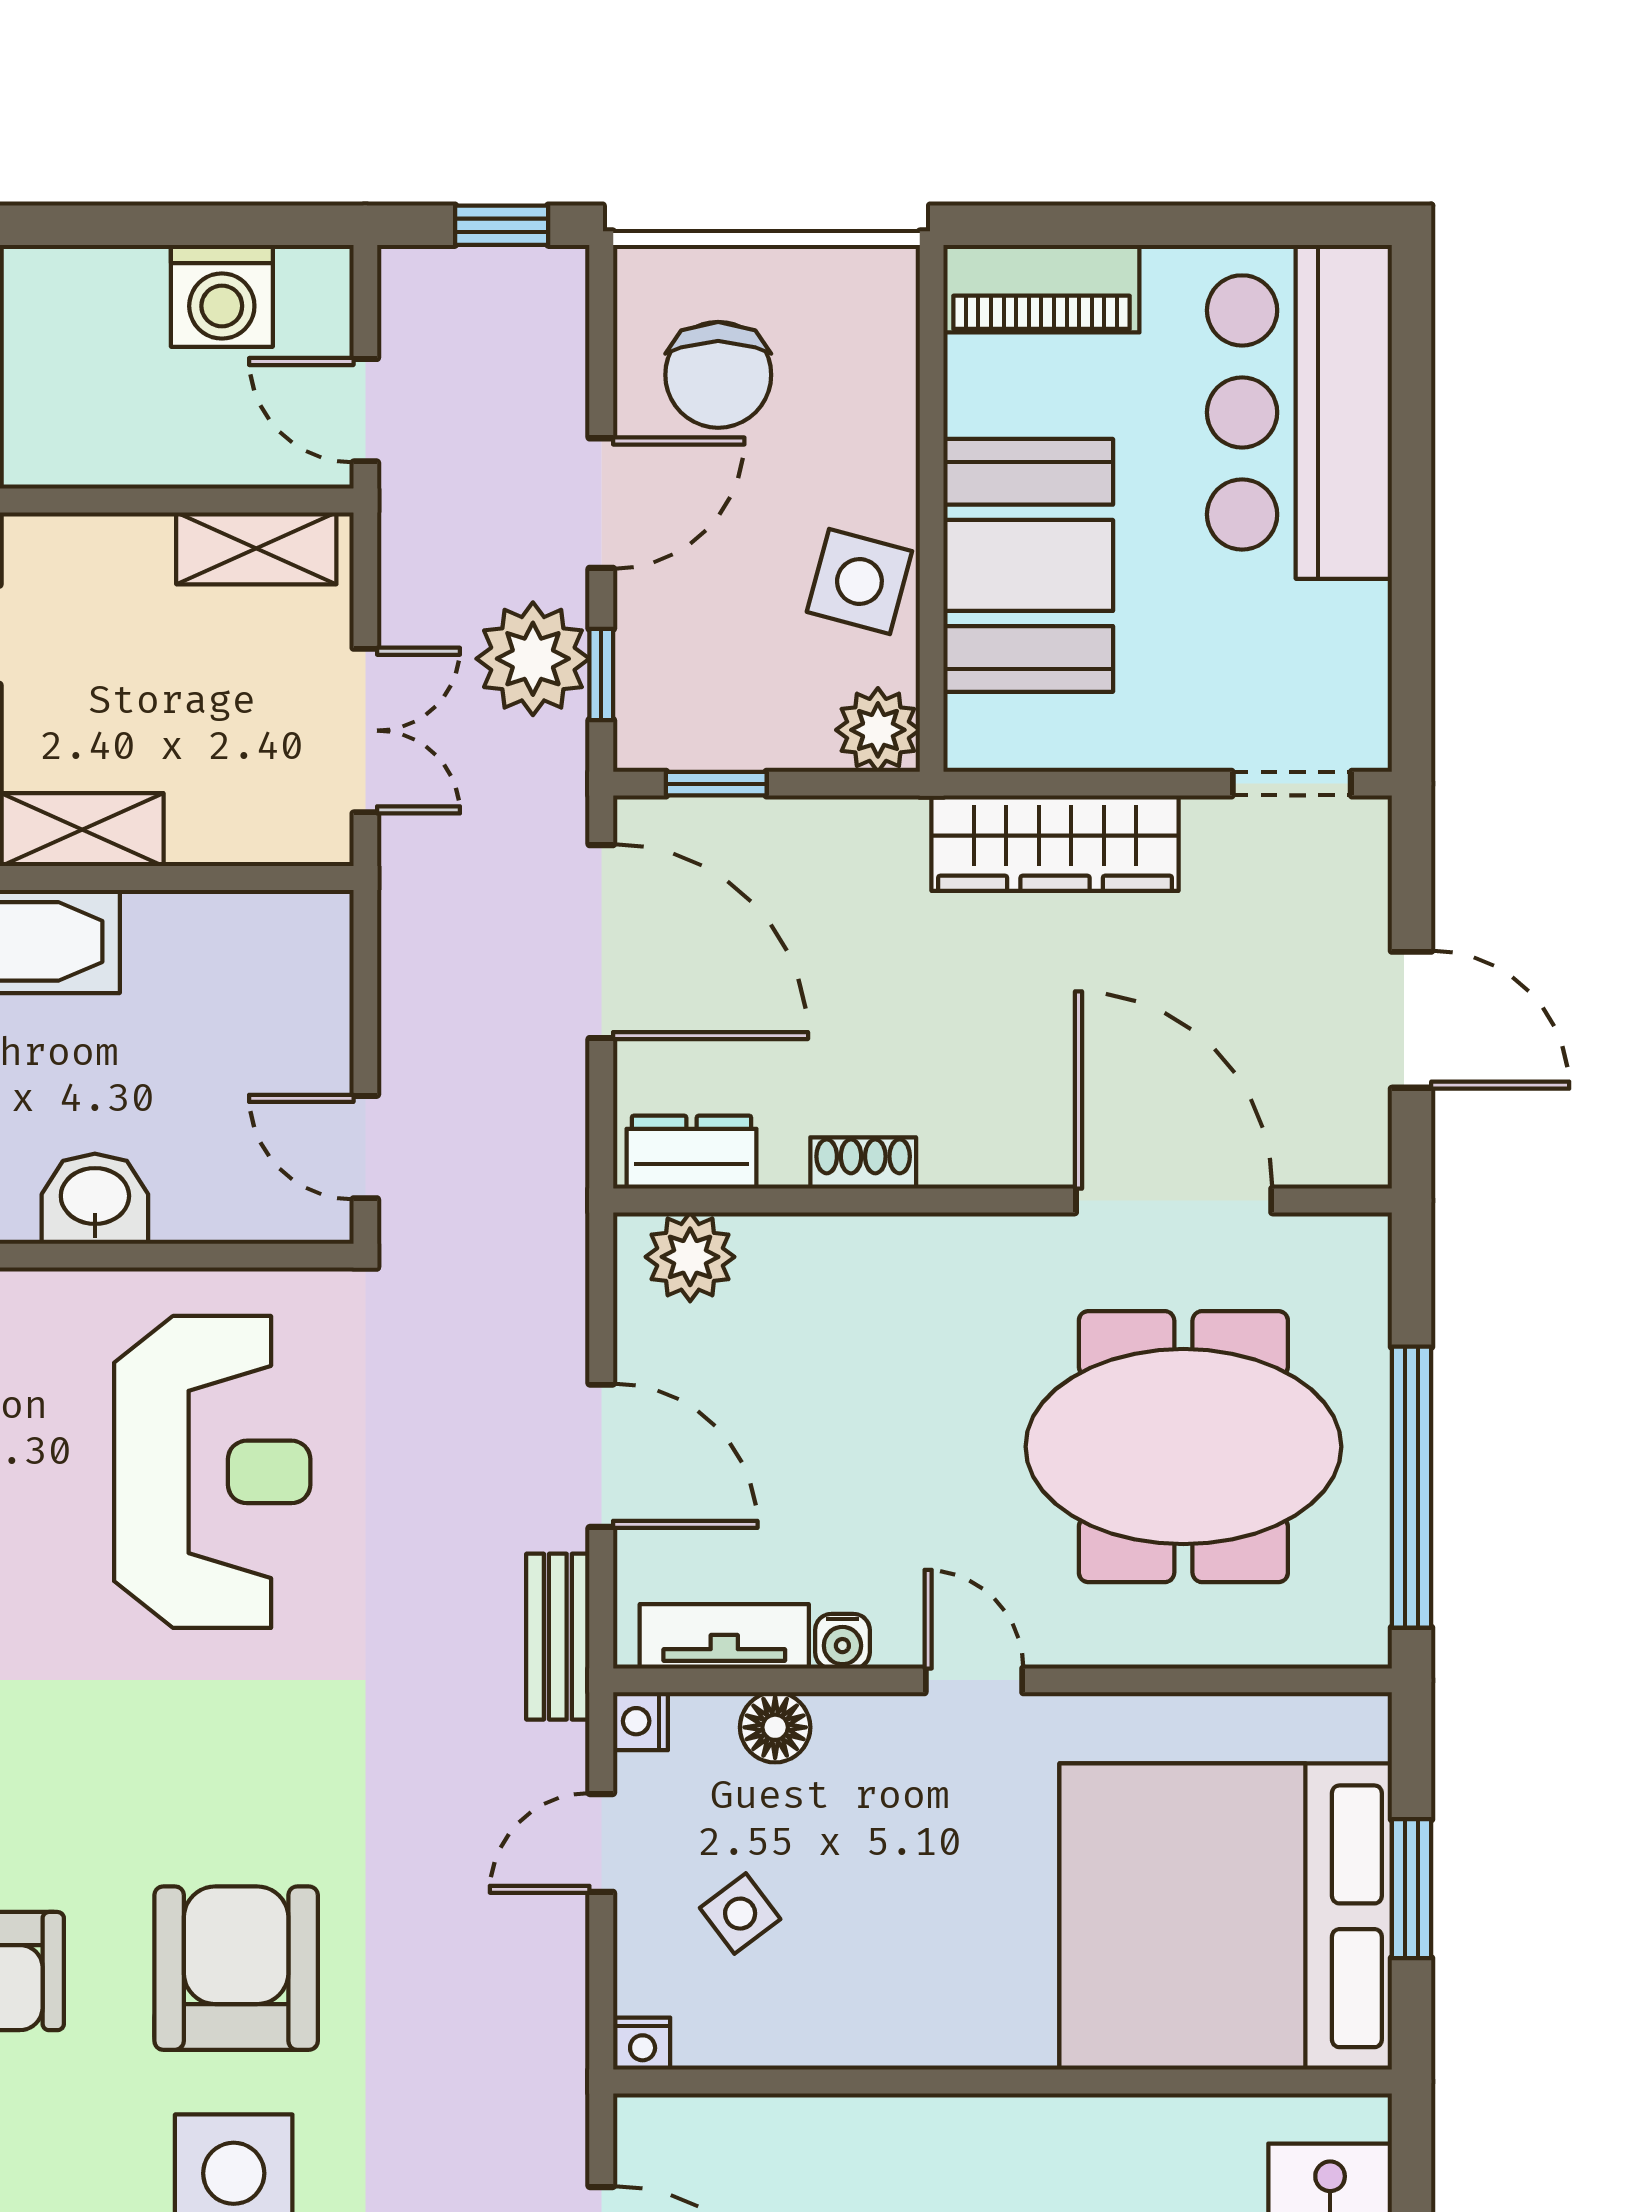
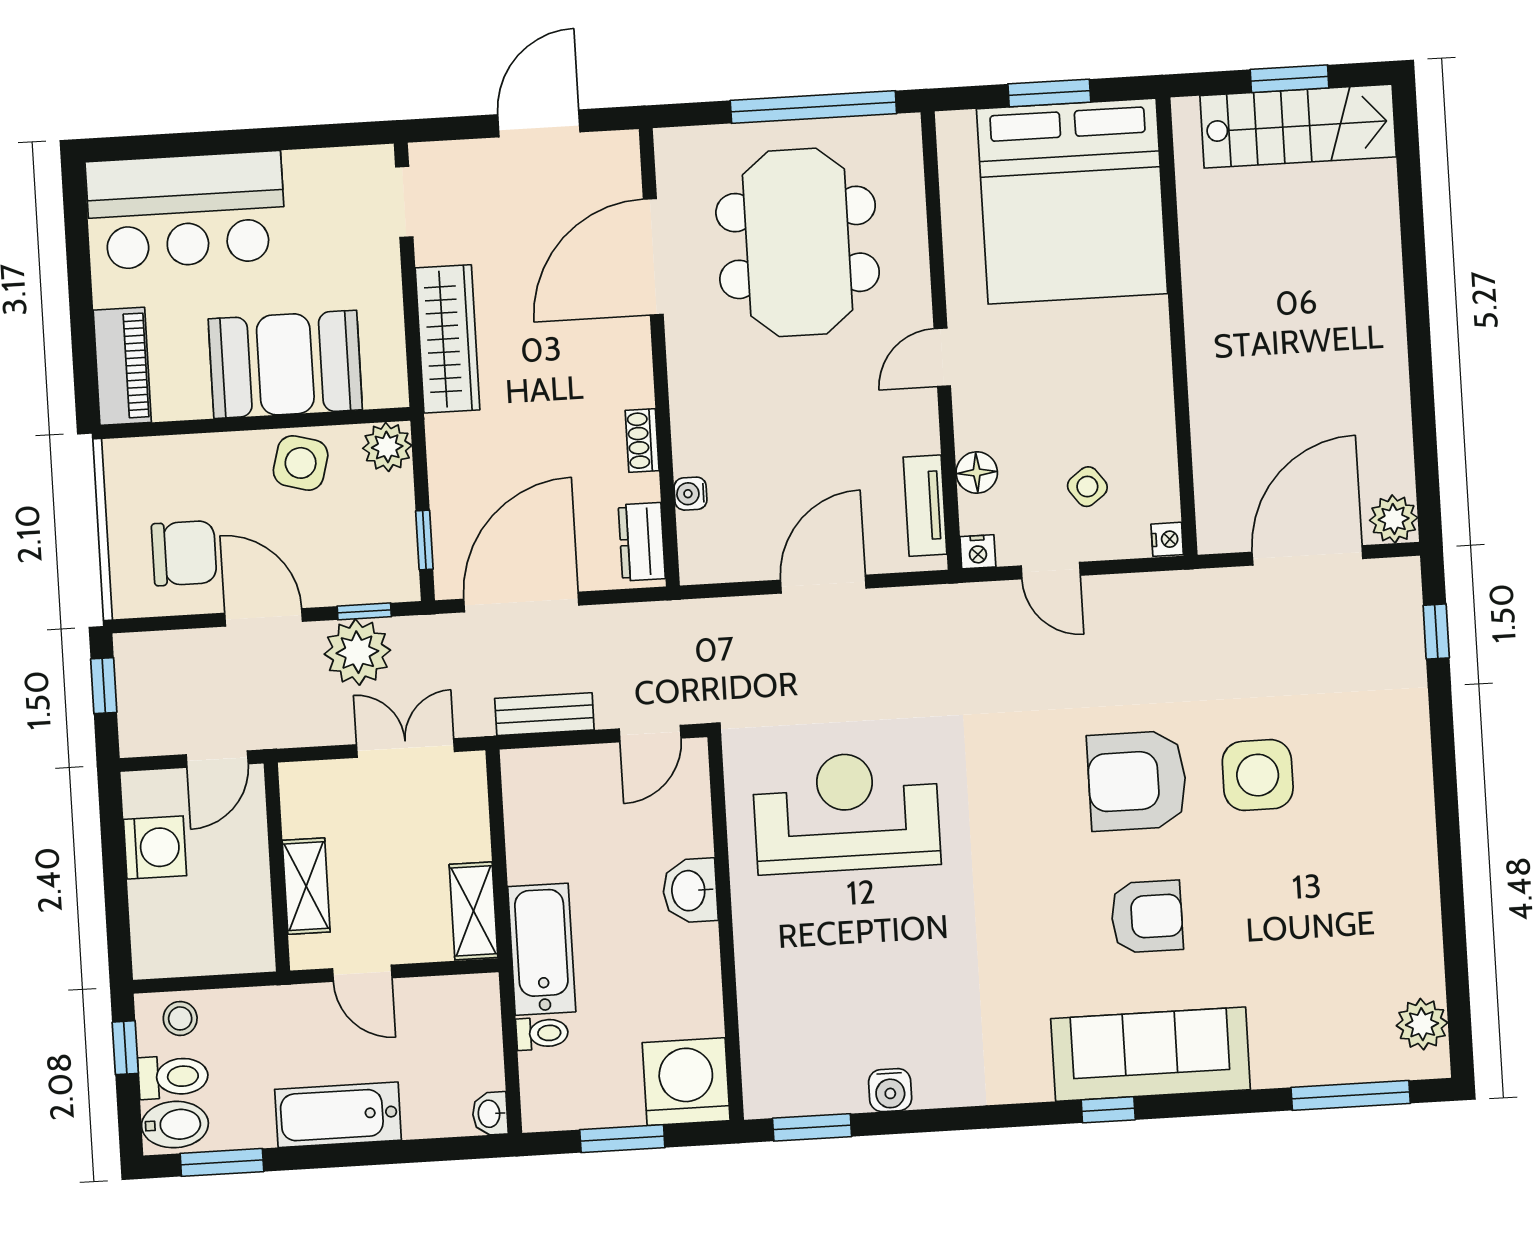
shelving: (256, 548) -> (306, 886), moved
plant: (690, 1257) -> (703, 539), removed
bench: (558, 1637) -> (544, 714), moved
water cooler: (842, 1641) -> (690, 494), moved, turned 180

